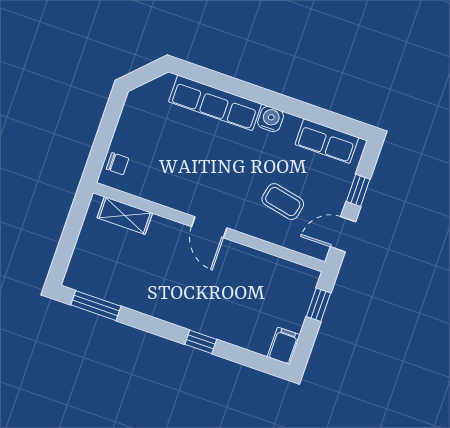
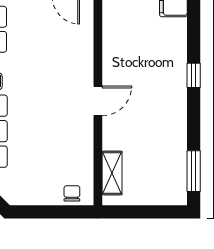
coffee table: (283, 202) -> (56, 48), removed

